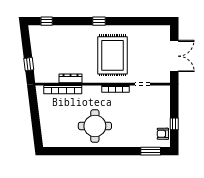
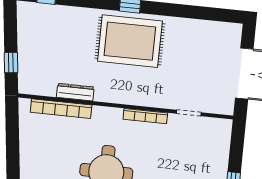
rug: (112, 55) -> (130, 41), moved, turned 90

